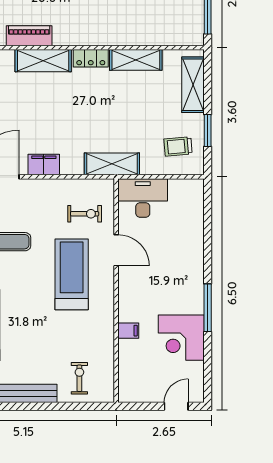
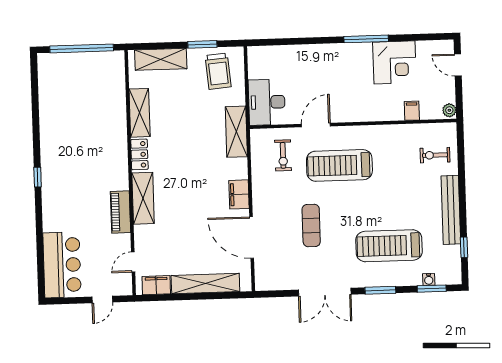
trolley: (178, 146) -> (218, 71), width x1.36, depth x1.39
exercise bike: (85, 214) -> (283, 155), turned 180
filing cabinet: (128, 331) -> (412, 111), moved
plant: (127, 395) -> (449, 110), added

